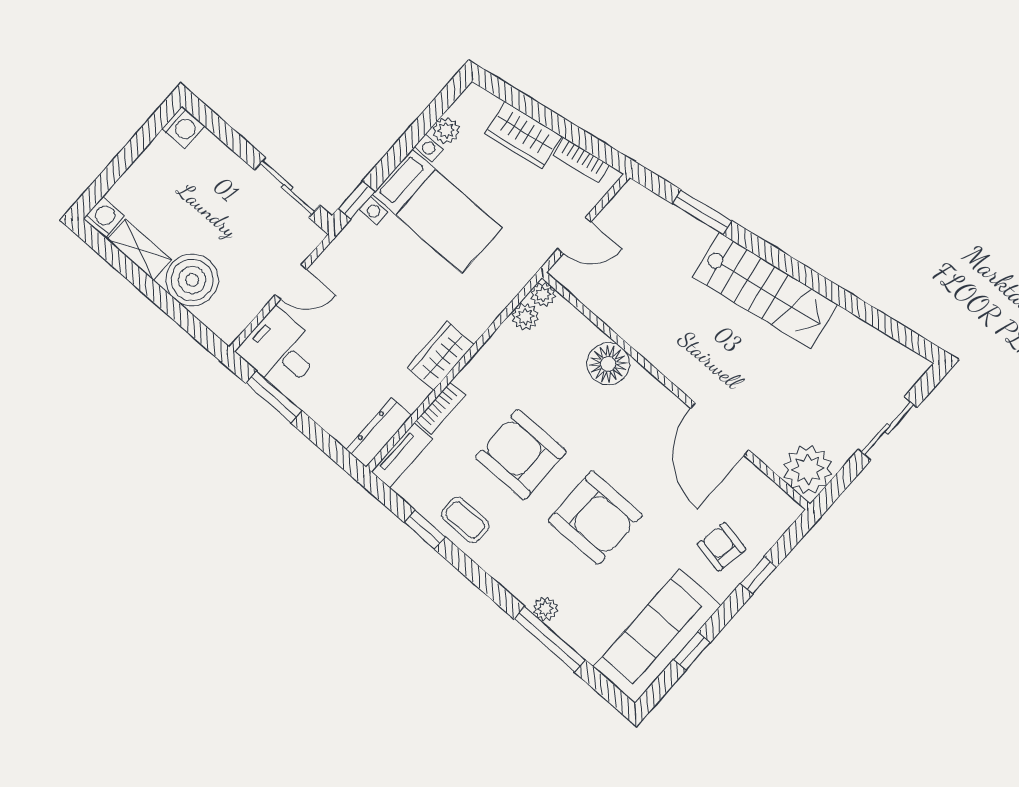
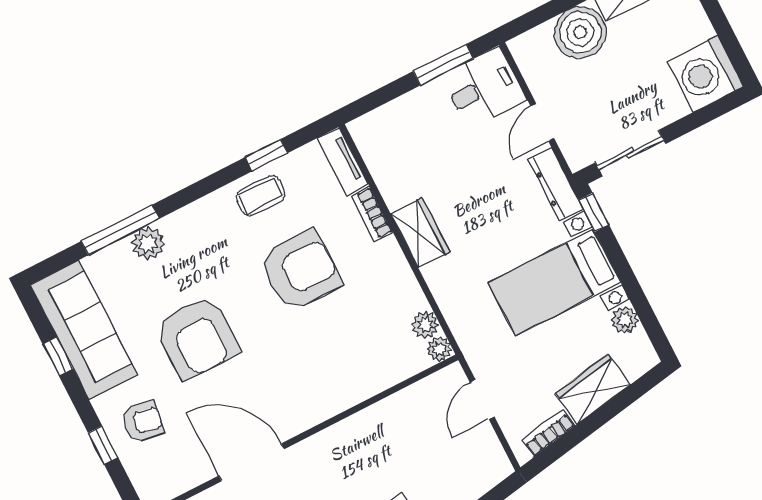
washing machine: (183, 127) -> (706, 74), width x1.89, depth x1.89
floor lamp: (608, 364) -> (352, 384), removed
dresser: (379, 432) -> (555, 184), moved, turned 180
armchair: (595, 518) -> (197, 337), moved, turned -90
plant: (545, 609) -> (148, 243), width x1.38, depth x1.38

